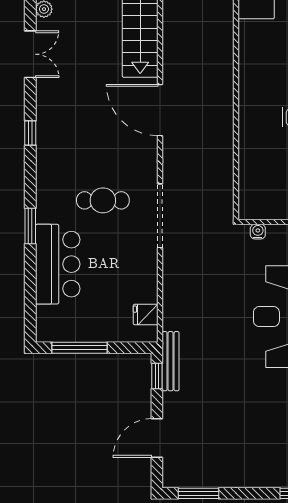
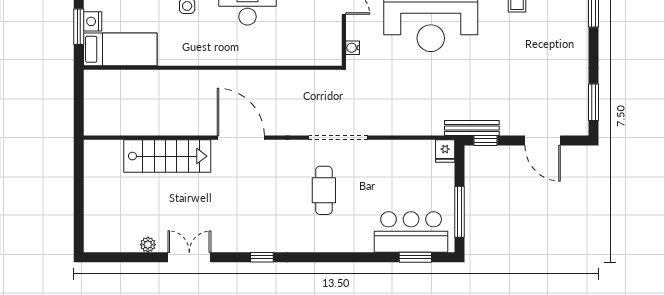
door: (160, 110) -> (241, 138), swing flipped
window: (30, 226) -> (415, 257), moved
bar counter: (58, 264) -> (411, 232), moved
fridge: (146, 314) -> (445, 151), moved

